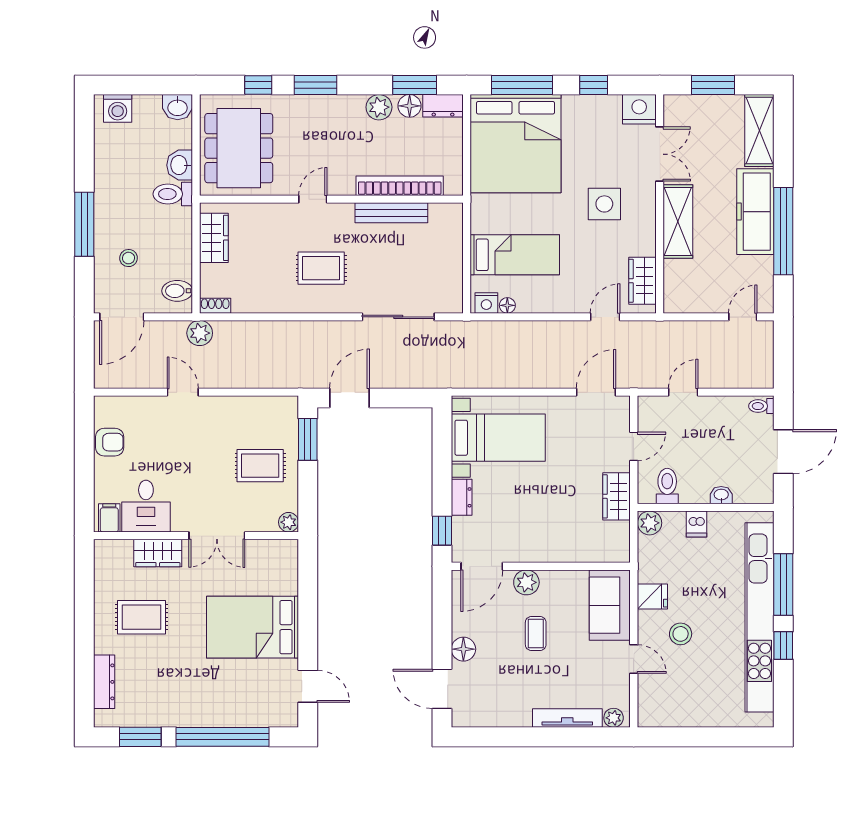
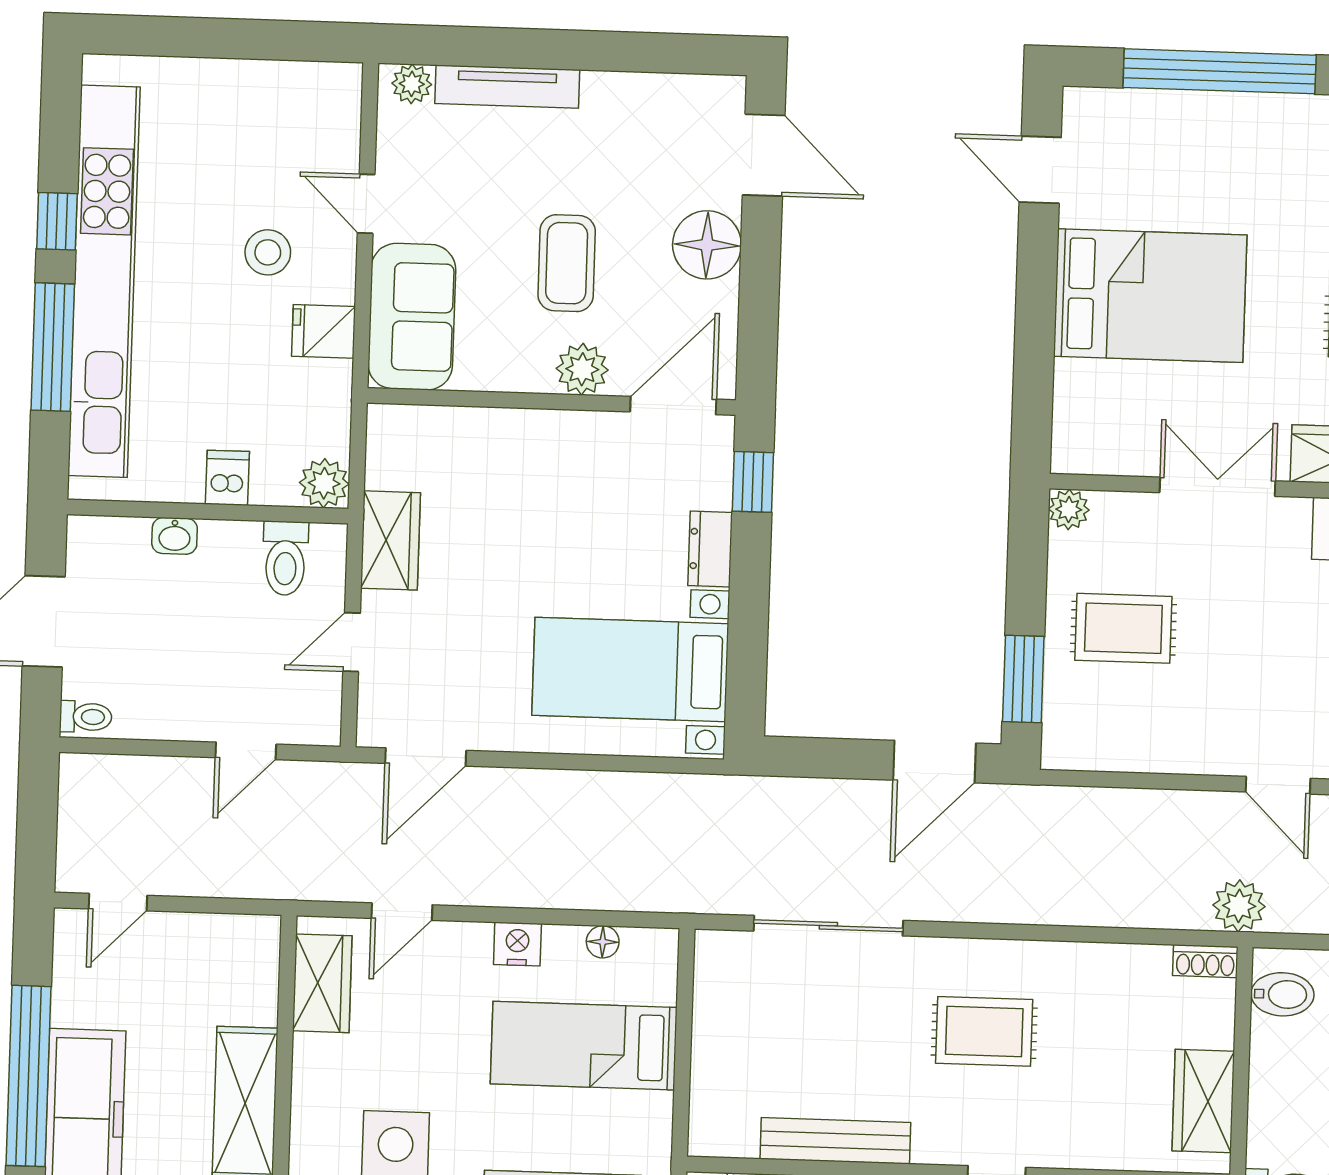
nightstand: (486, 303) -> (517, 944), moved
coffee table: (536, 633) -> (567, 263), width x1.36, depth x1.30
floor lamp: (463, 649) -> (707, 245), width x1.38, depth x1.38

